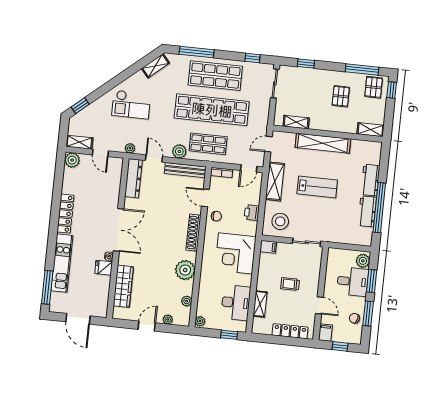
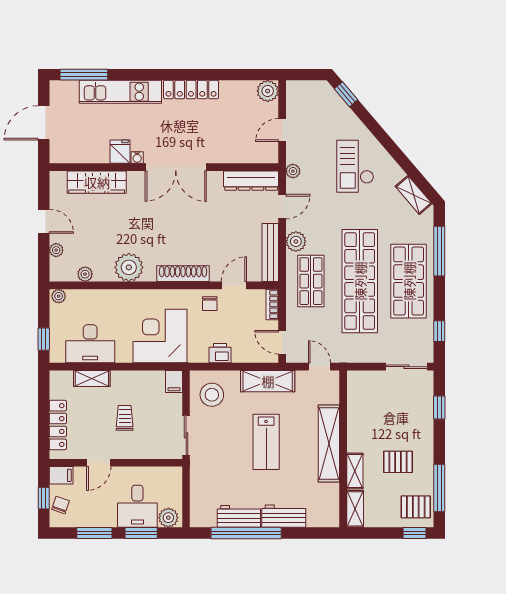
shelving: (296, 122) -> (355, 471), moved
shelving: (79, 142) -> (294, 99), removed
chair: (354, 318) -> (60, 505), moved

